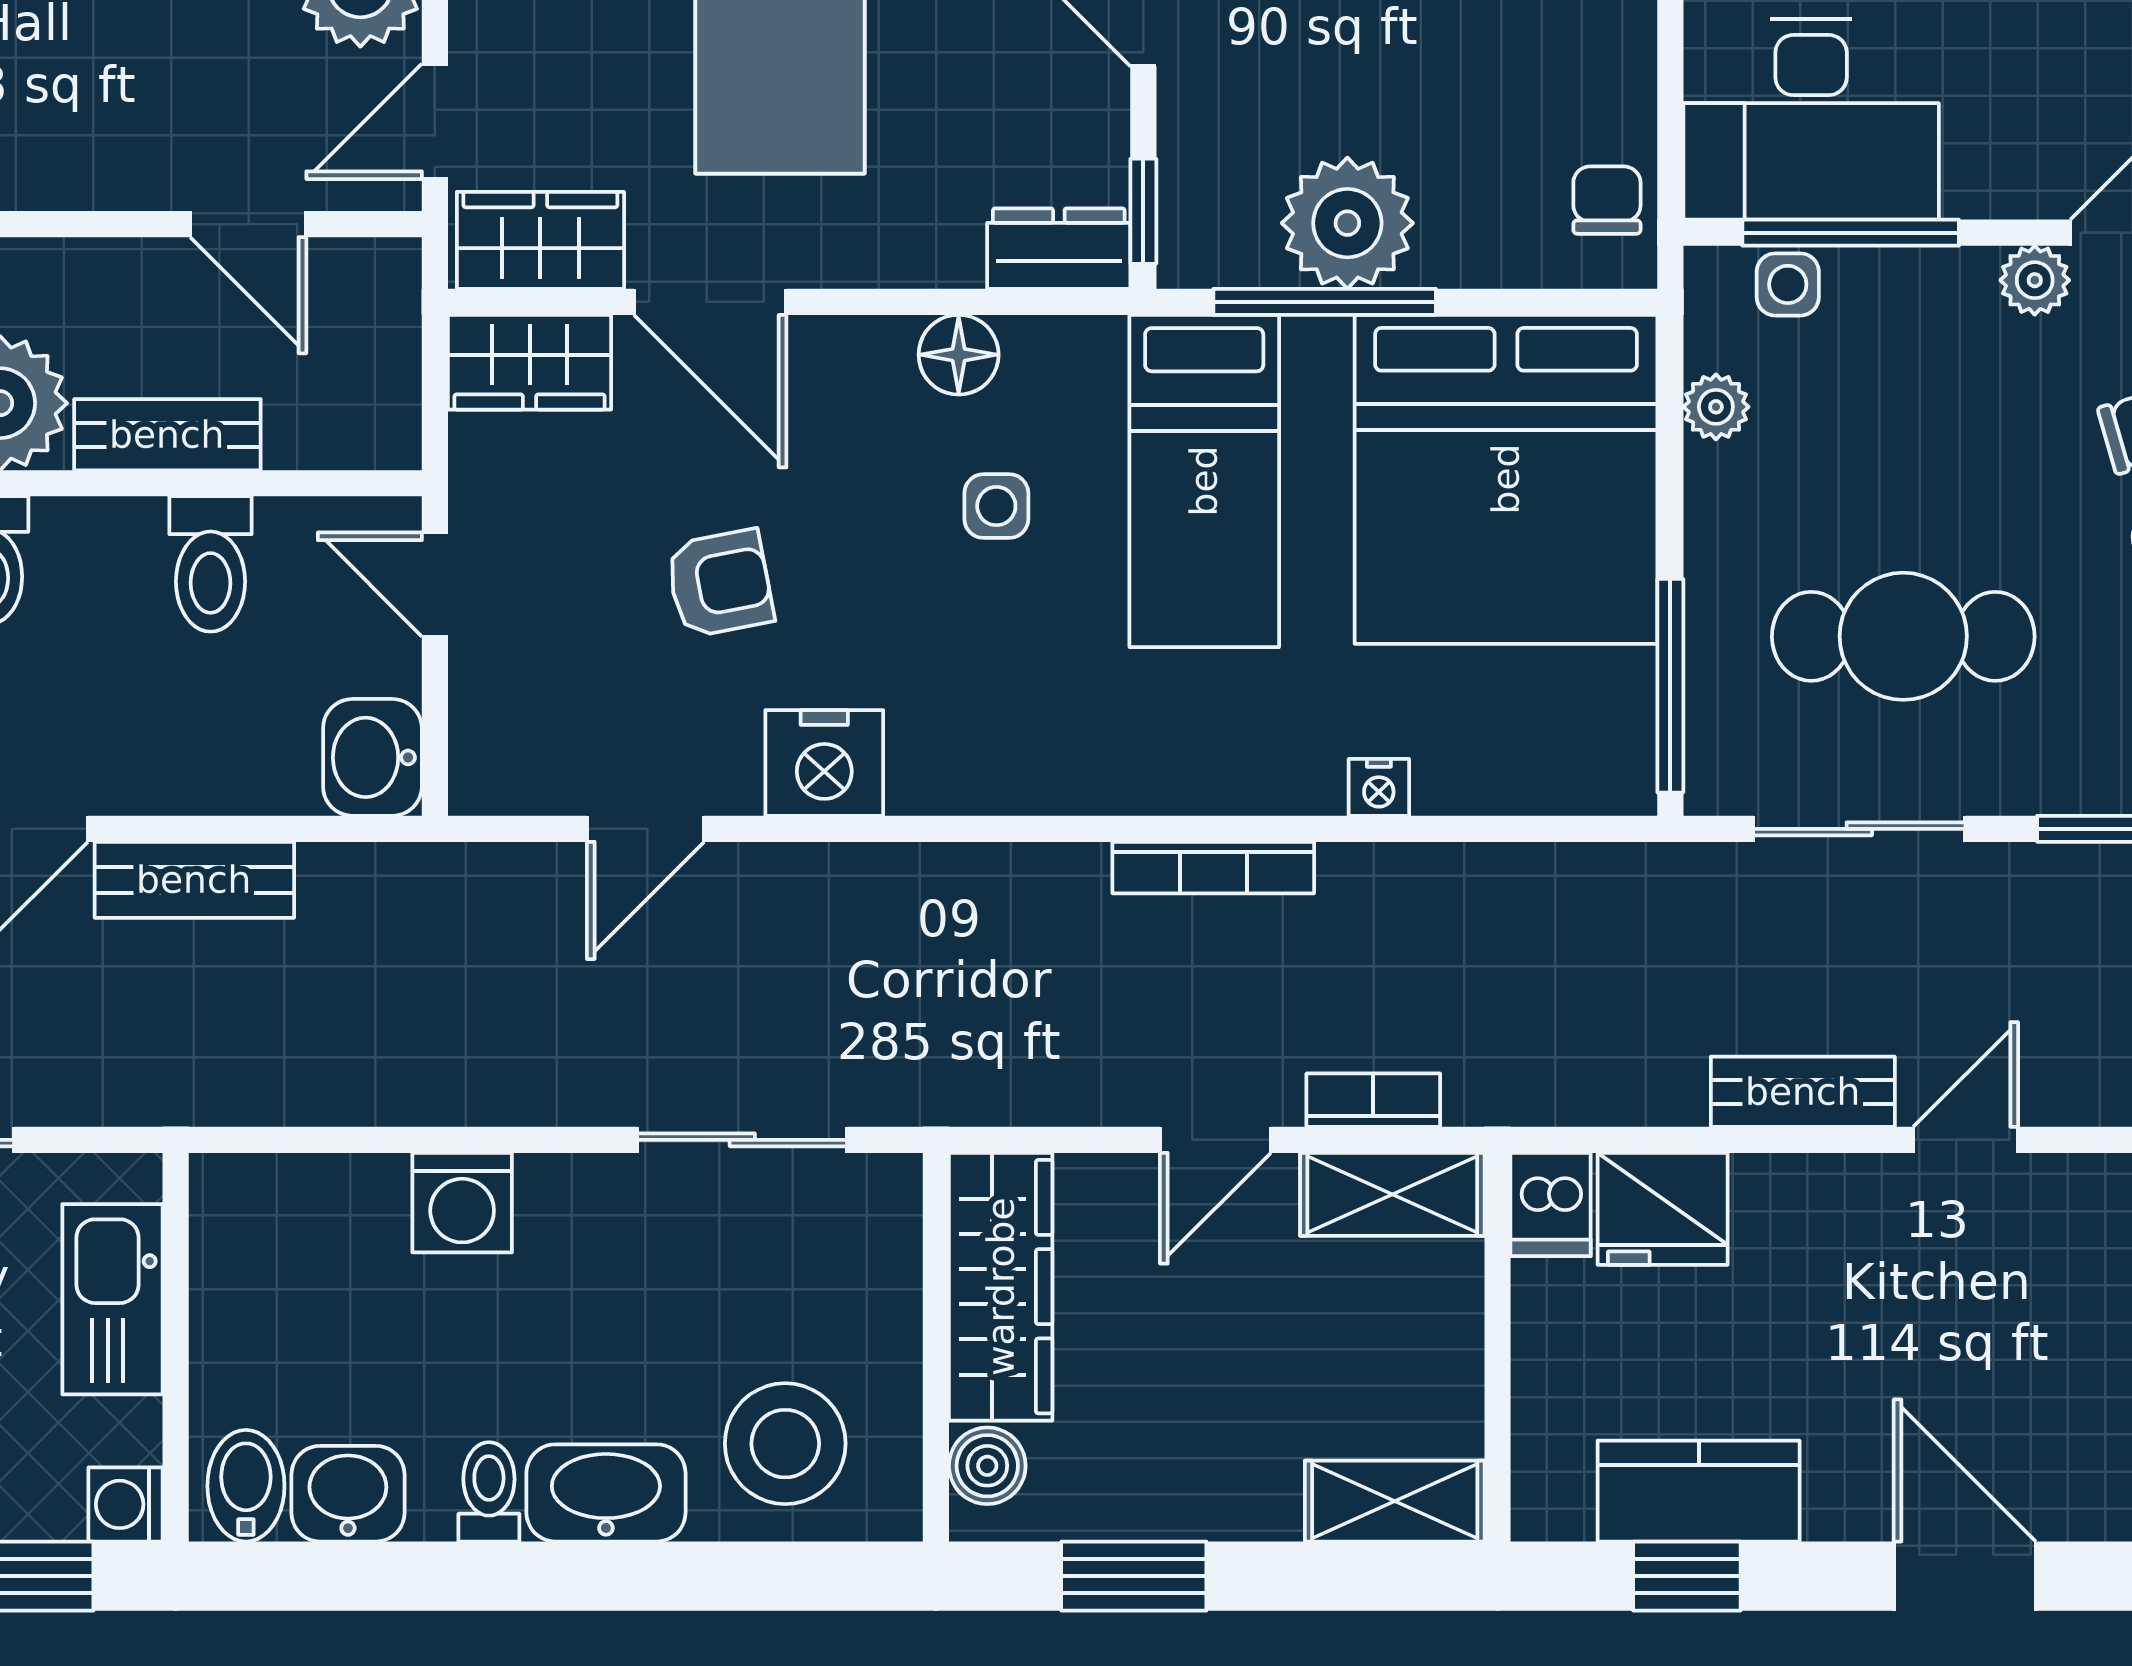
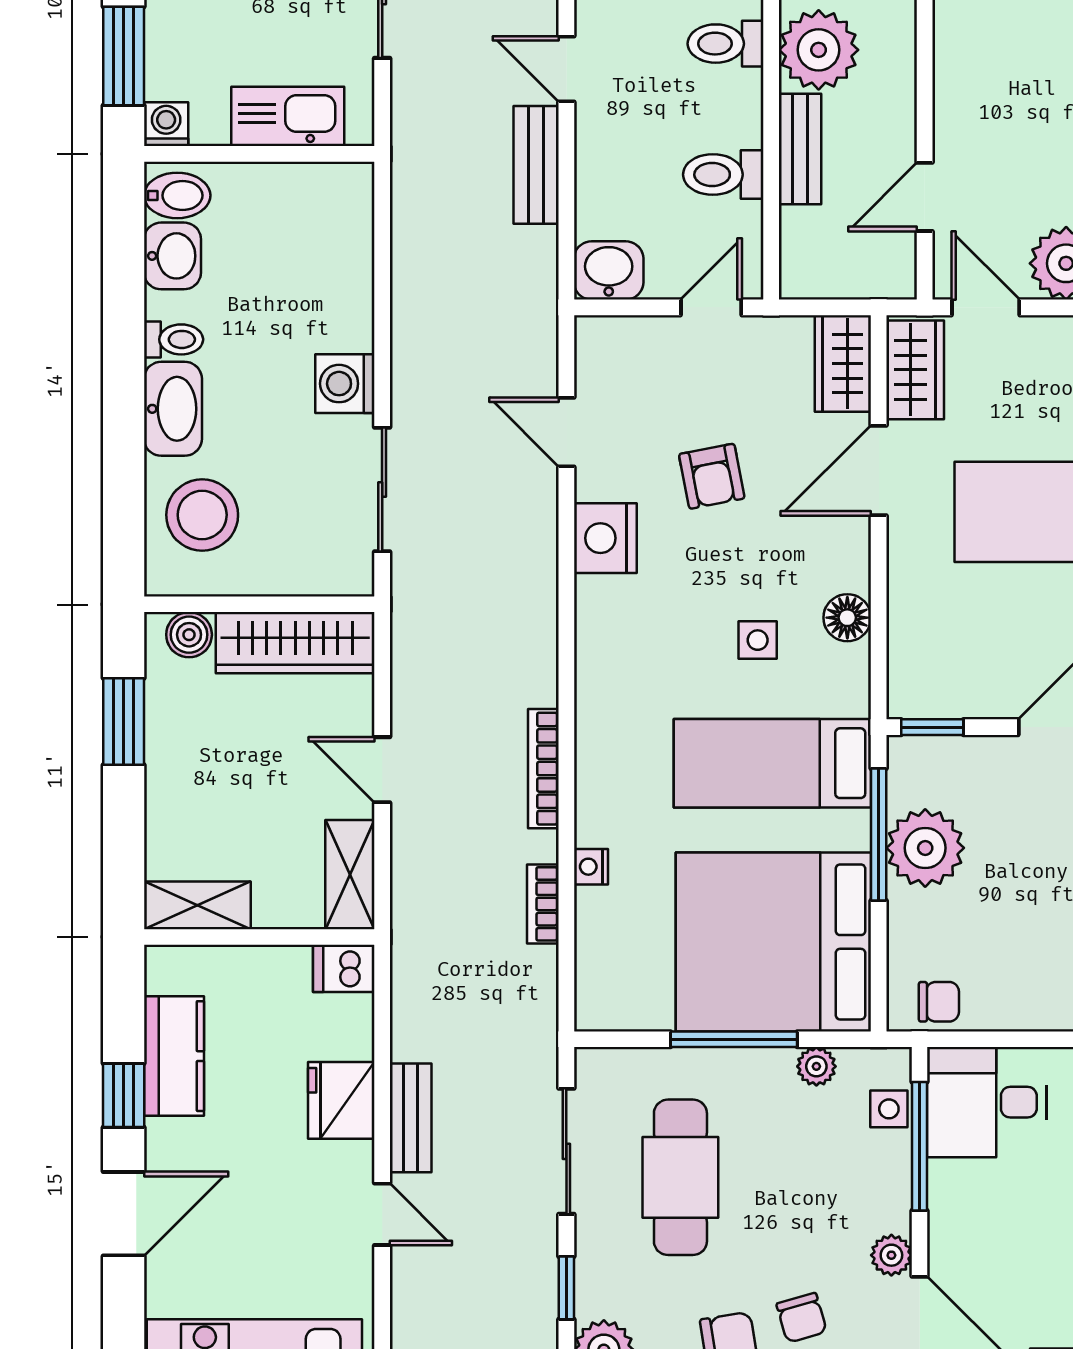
desk: (1811, 119) -> (987, 1102), width x0.73
dresser: (1059, 249) -> (910, 677), removed
window: (1670, 686) -> (734, 1039), moved
bookcase: (1373, 1100) -> (543, 904), moved, turned 180
washing machine: (462, 1203) -> (345, 384), moved
fridge: (1663, 1209) -> (341, 1100), moved
shelving: (1395, 1501) -> (197, 905), moved, turned 90
window: (1687, 1576) -> (124, 1095), moved

